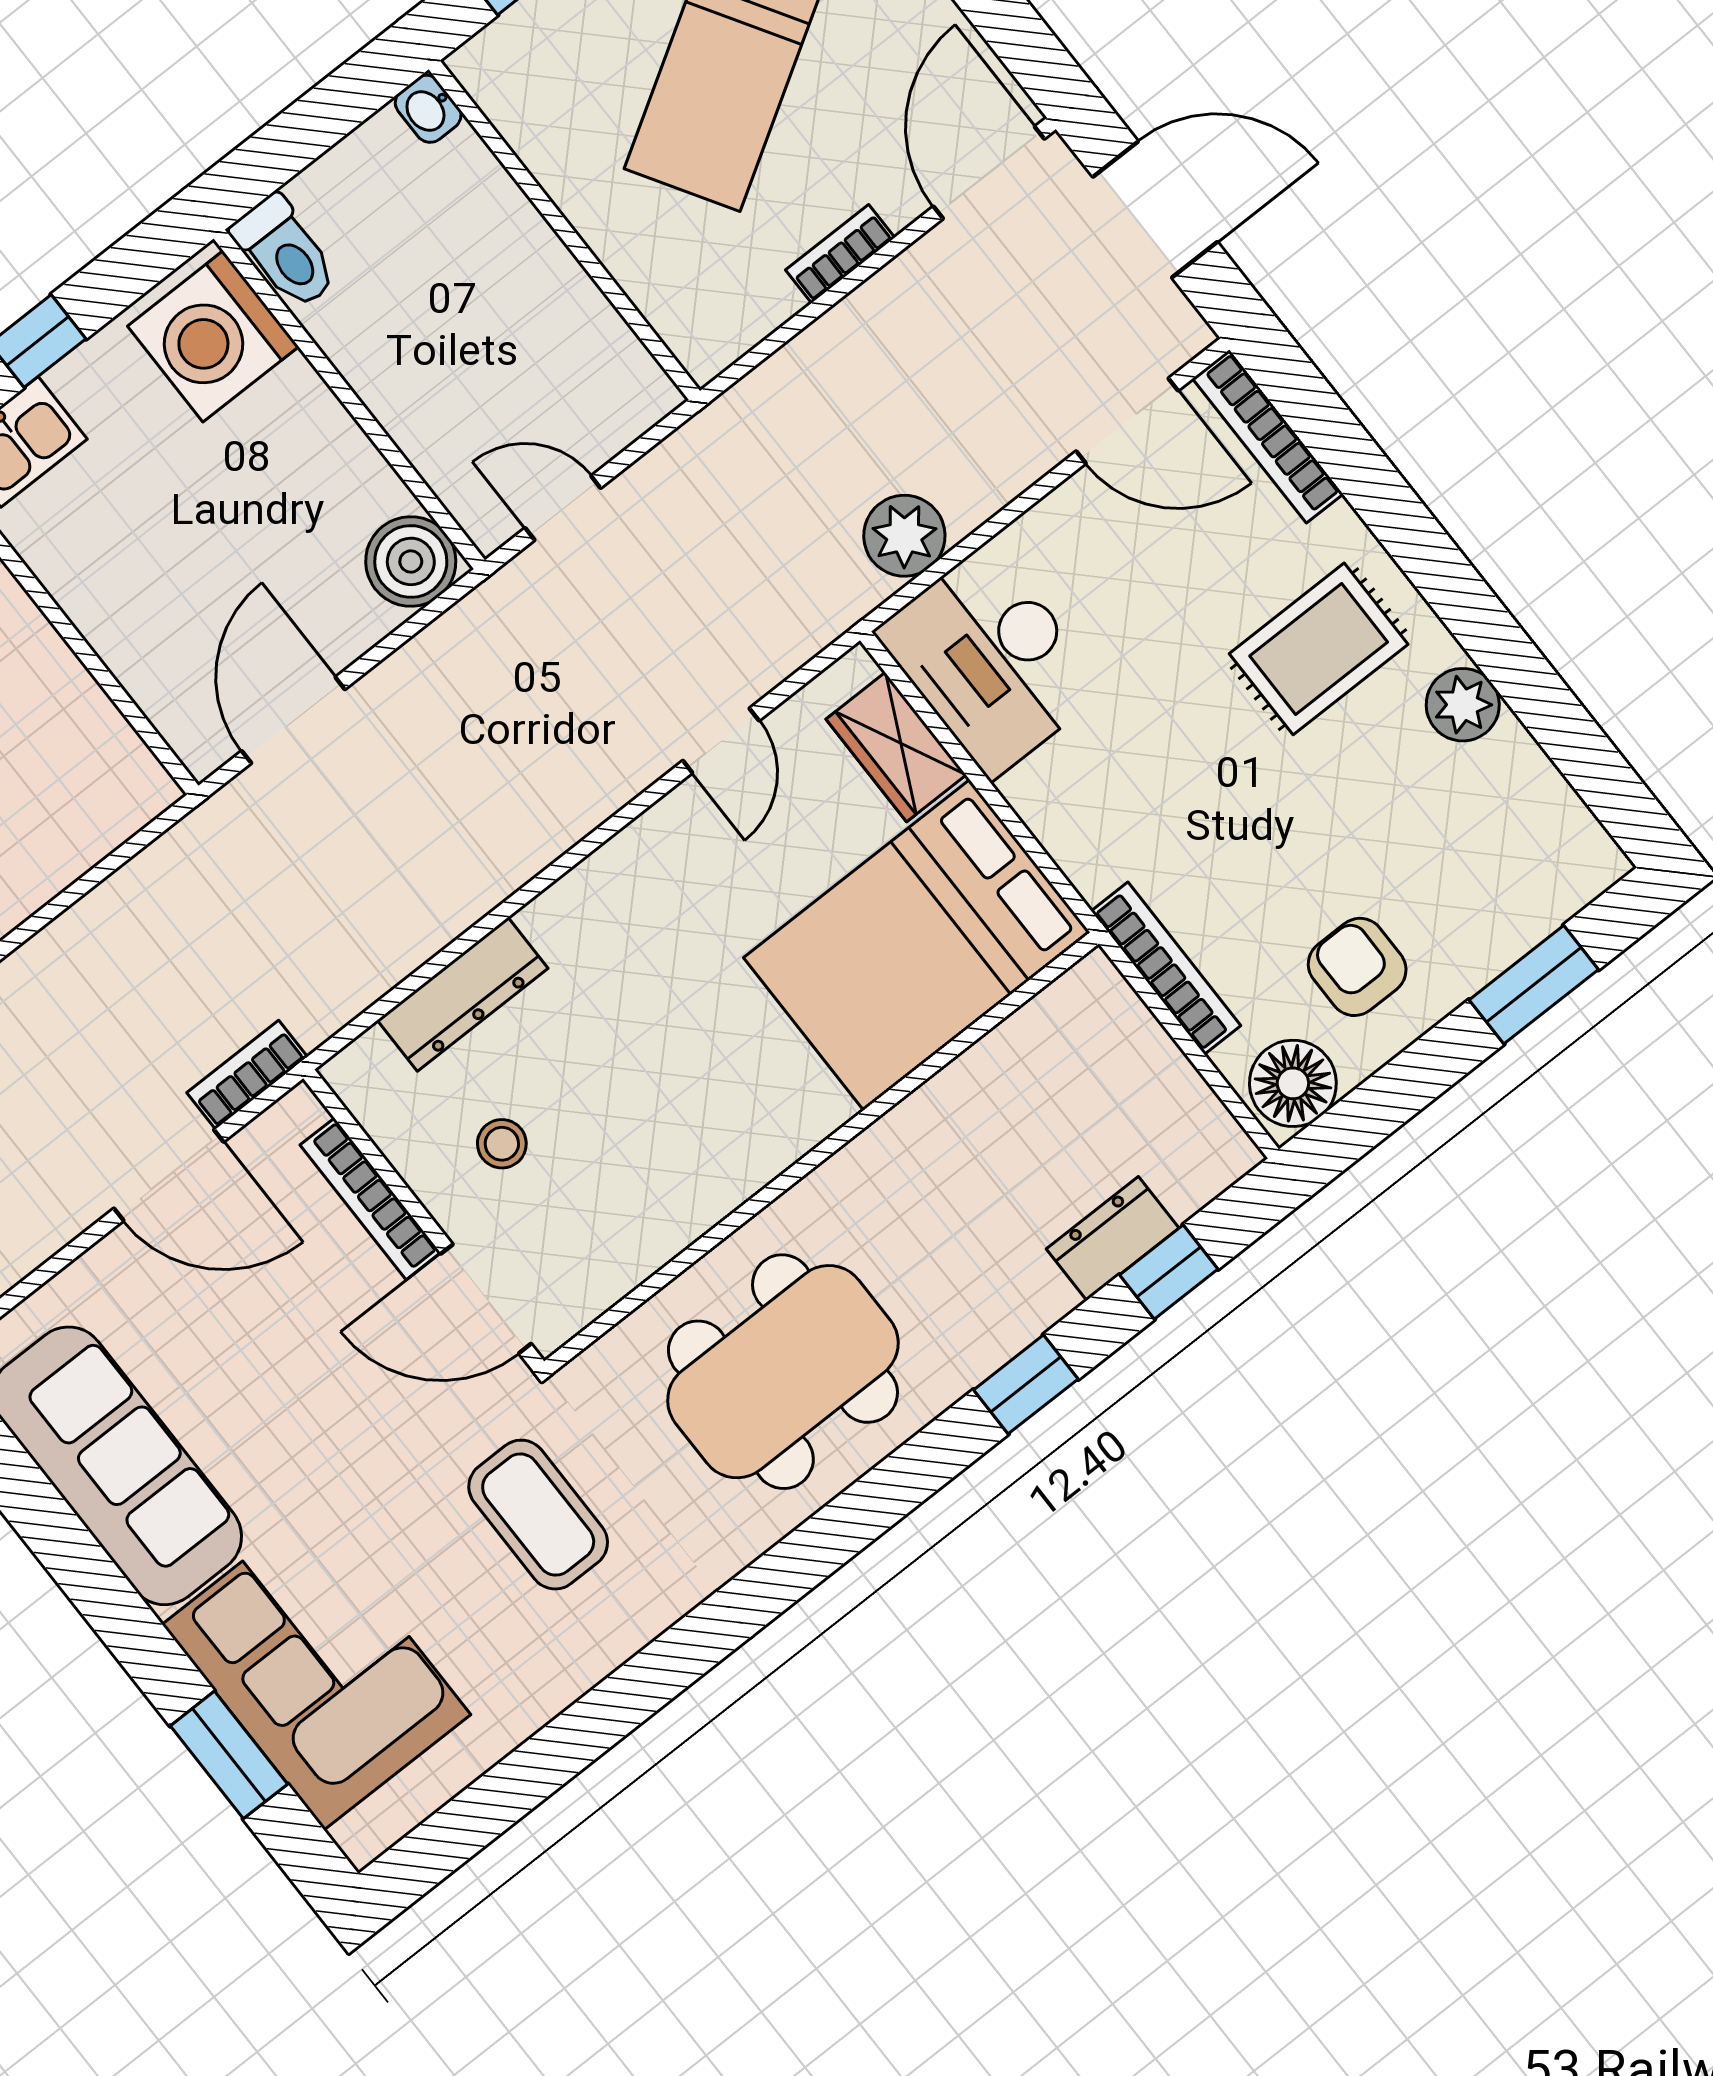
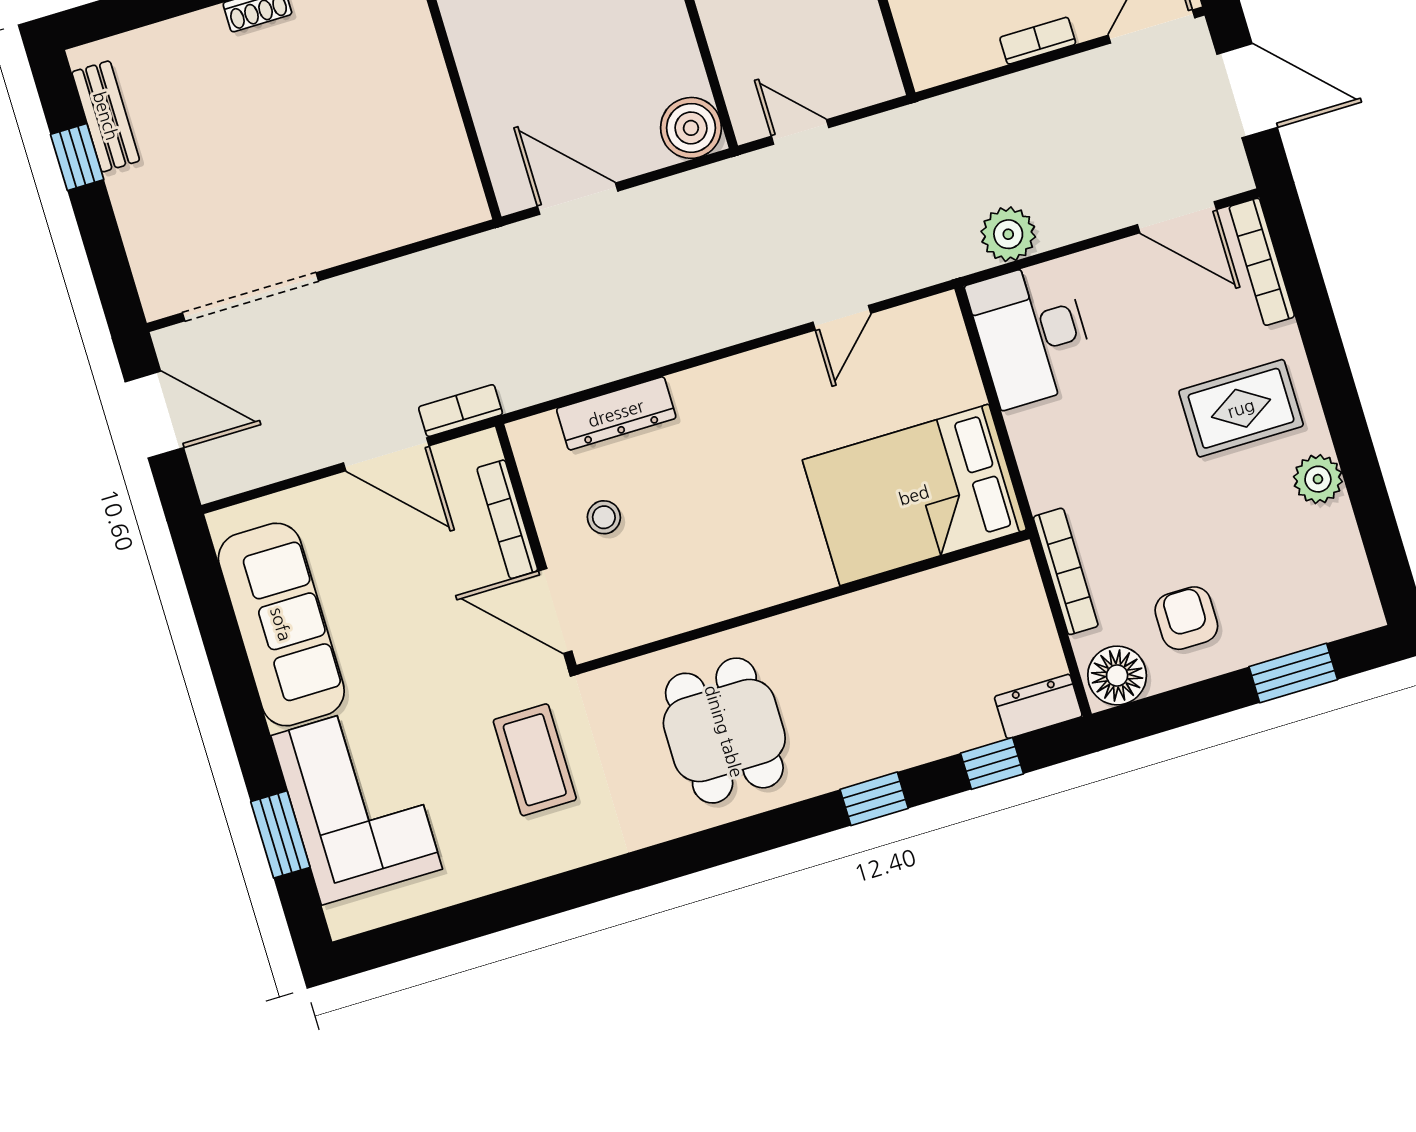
door: (293, 720) -> (578, 199), hinge flipped
wardrobe: (896, 747) -> (951, 365), removed
dresser: (1113, 1238) -> (1038, 706), moved
dining table: (783, 1372) -> (724, 731), width x0.73

